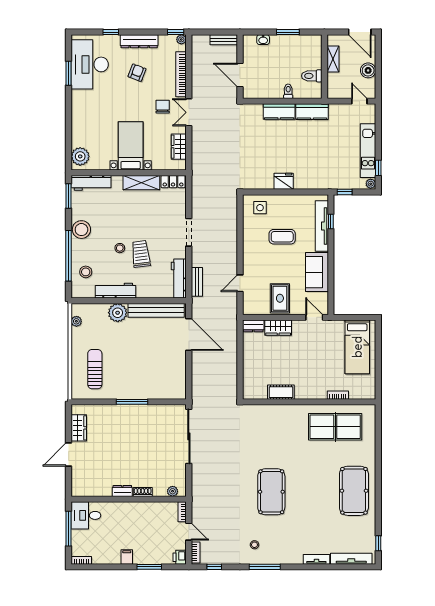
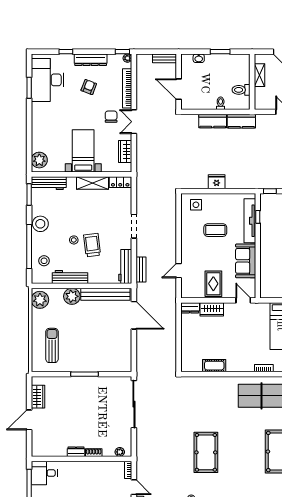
plant: (76, 321) -> (40, 300), width x1.87, depth x1.87

